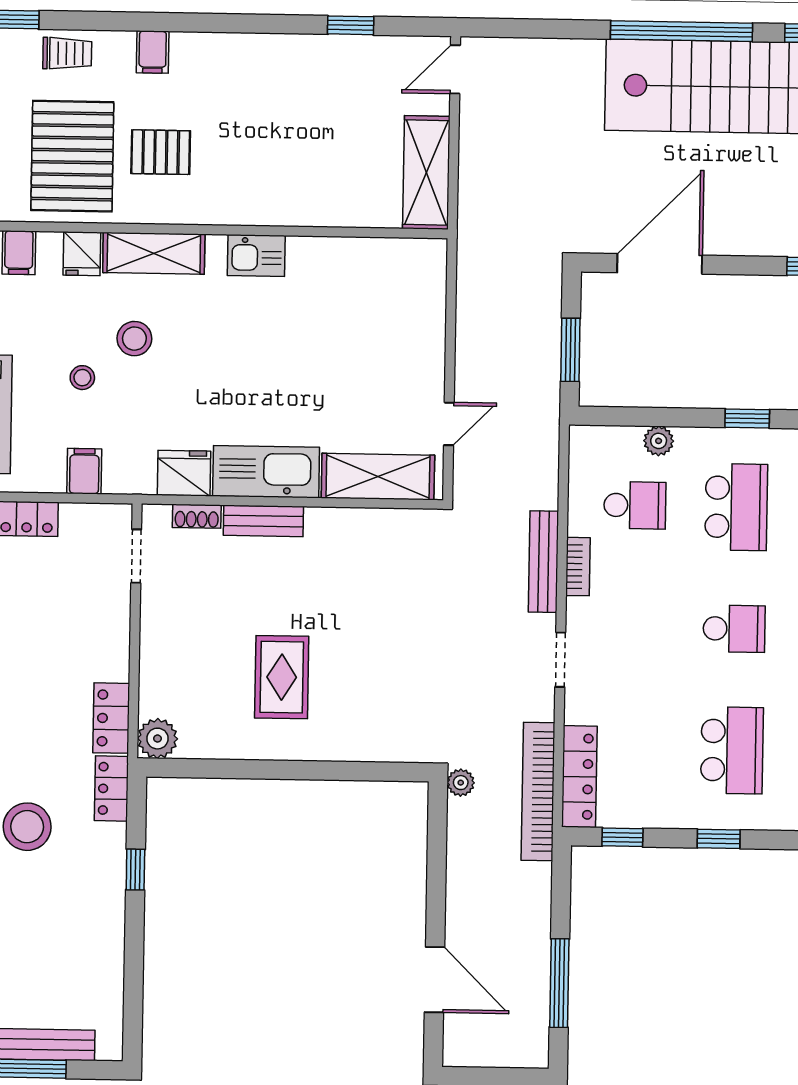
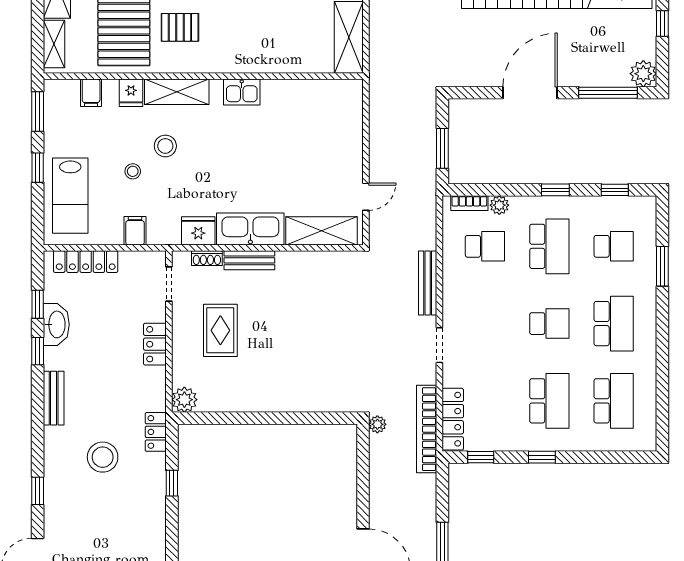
door: (660, 264) -> (530, 93), moved
bookcase: (578, 567) -> (469, 203), moved, turned 90
rug: (282, 677) -> (220, 330), moved
locker: (111, 718) -> (155, 344), moved

